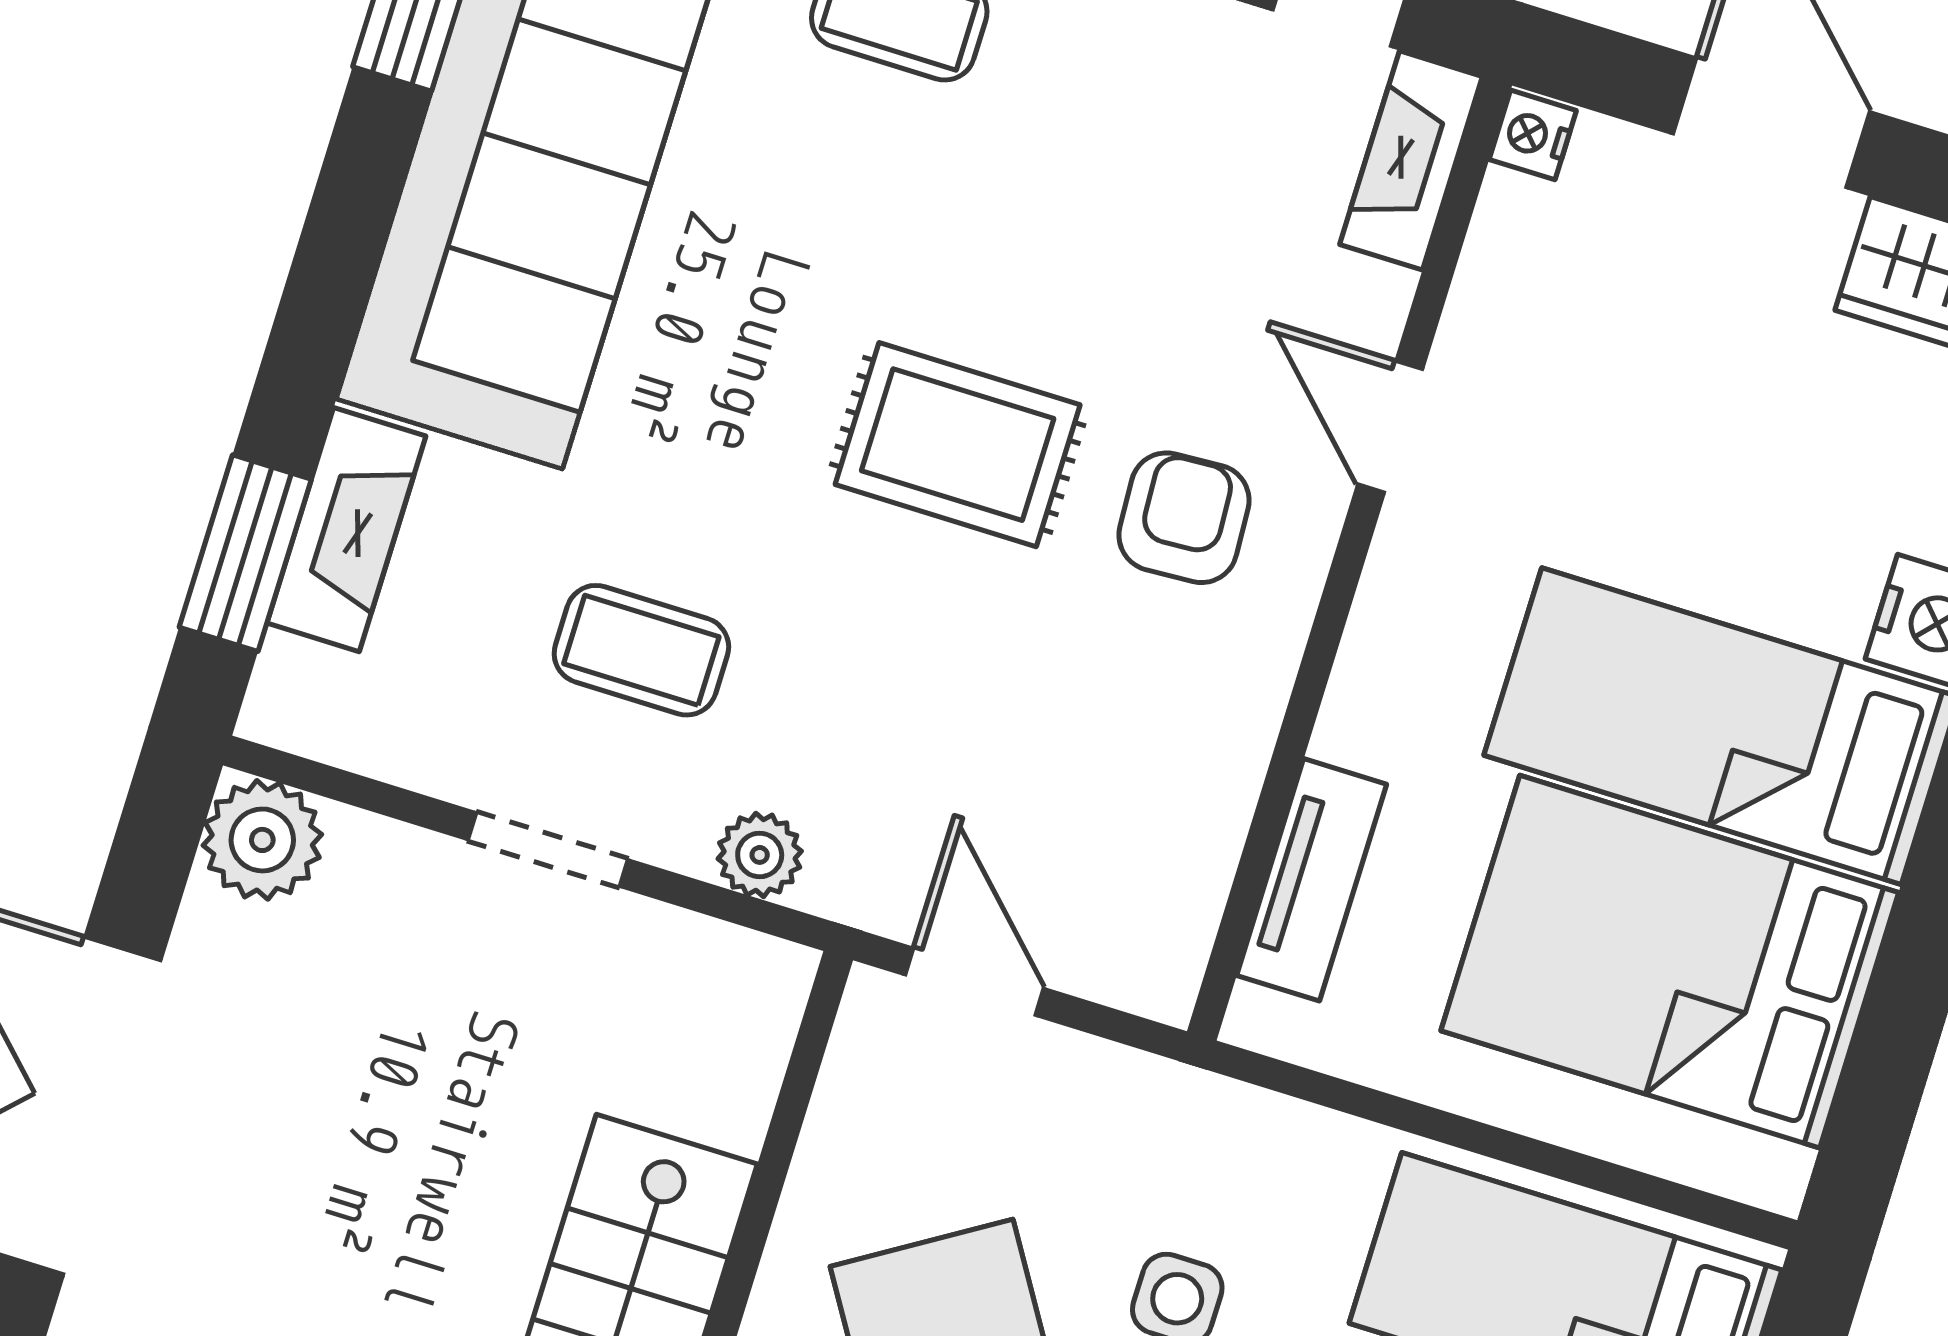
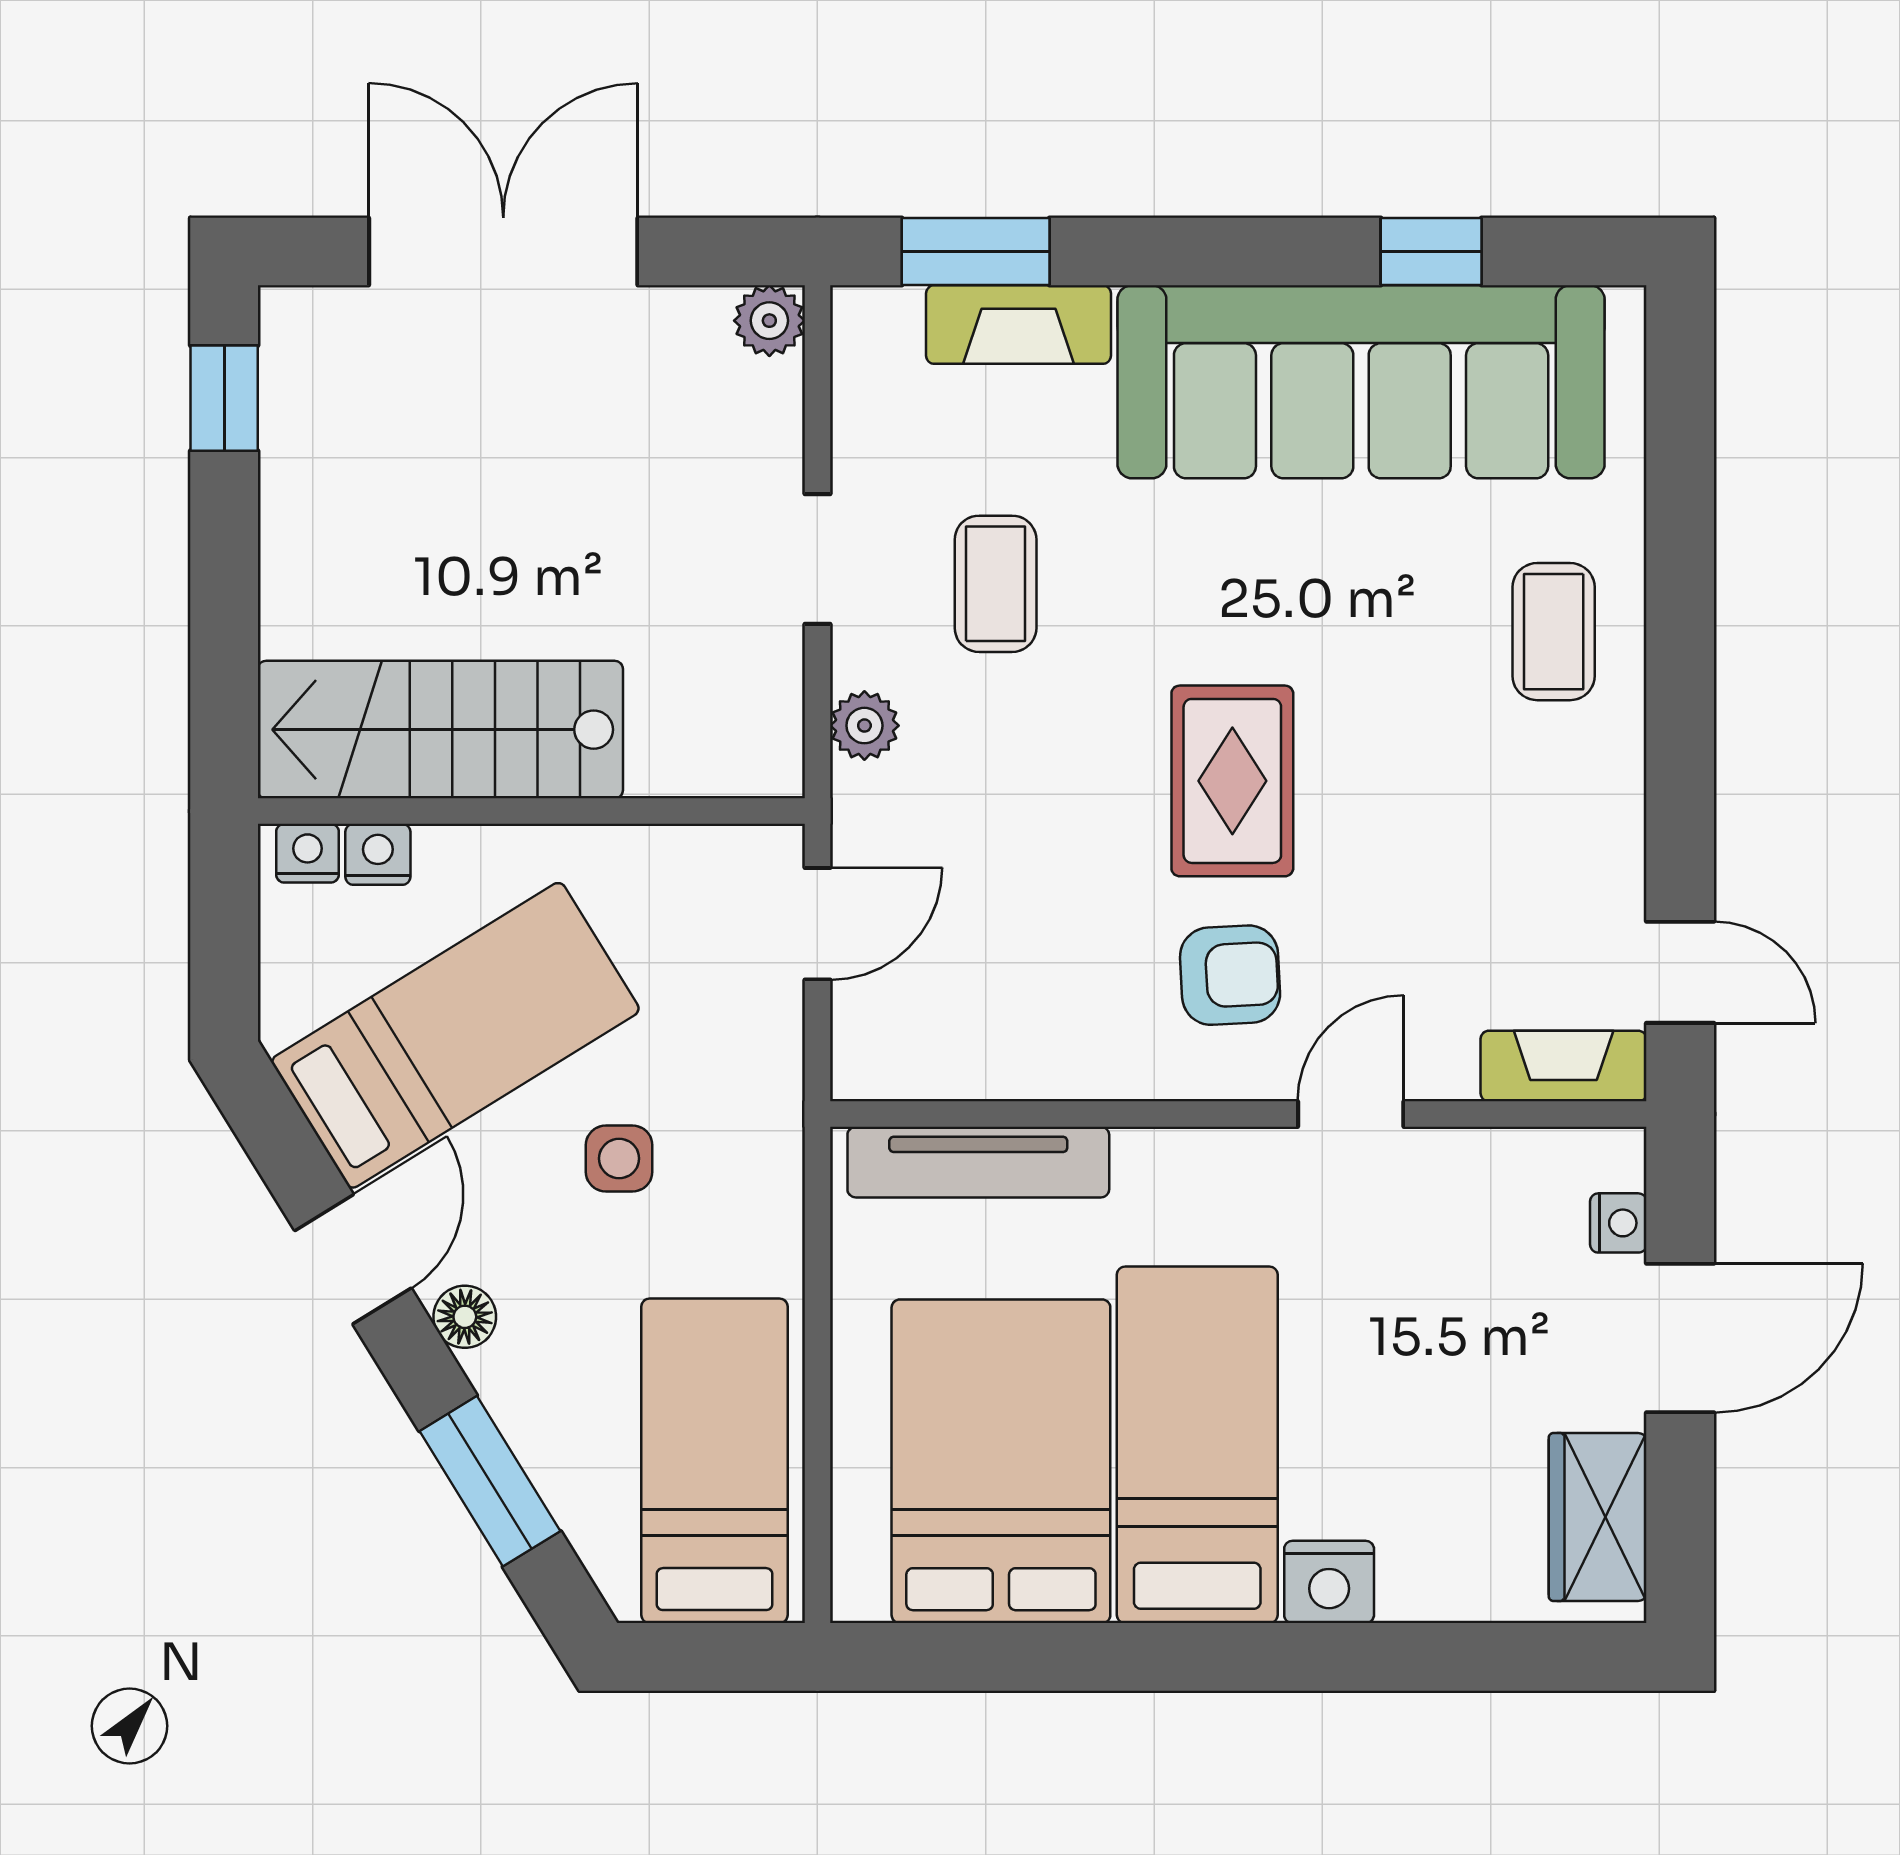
nightstand: (1533, 135) -> (1618, 1223), moved, turned 90
plant: (262, 840) -> (769, 321), width x0.73, depth x0.73
tv unit: (1312, 880) -> (978, 1162), width x1.41

